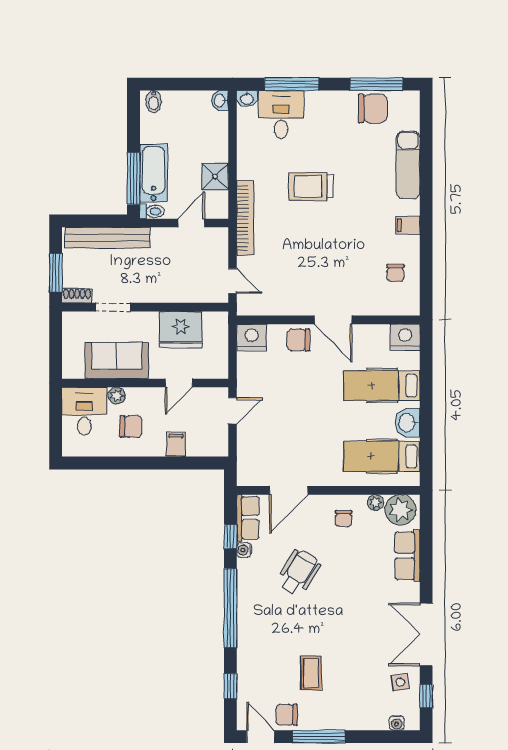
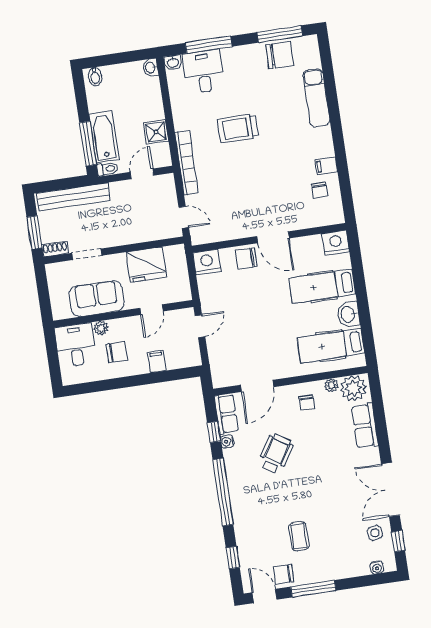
filing cabinet: (408, 225) -> (326, 166), moved

